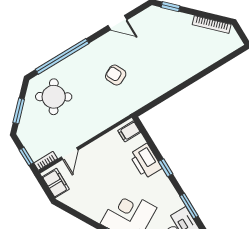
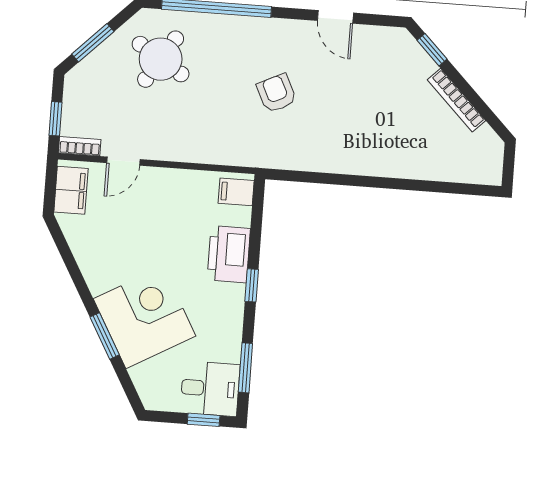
bookcase: (212, 25) -> (457, 100), moved

